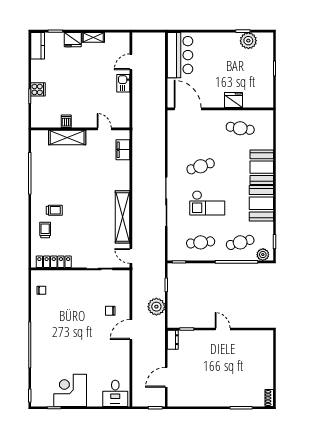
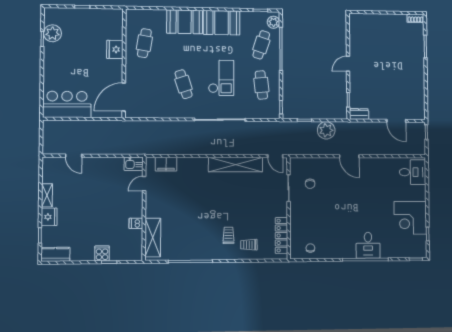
kitchen sink: (123, 83) -> (134, 164), moved
shelving: (67, 137) -> (153, 238), moved
cafe table: (240, 242) -> (261, 45), turned 33
door: (131, 256) -> (275, 156), hinge flipped
chair: (110, 311) -> (310, 184), moved
desk: (44, 348) -> (368, 245), added

